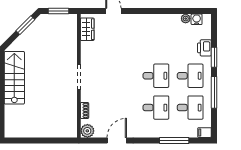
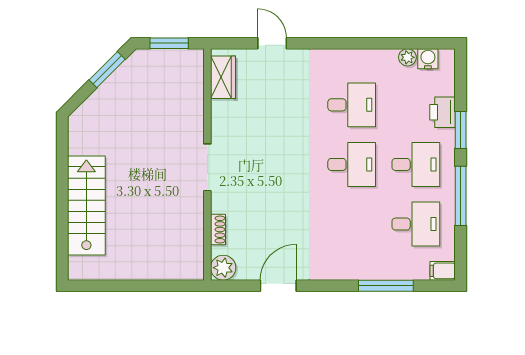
stairs: (14, 78) -> (86, 205), moved
desk: (156, 108) -> (352, 105), moved

